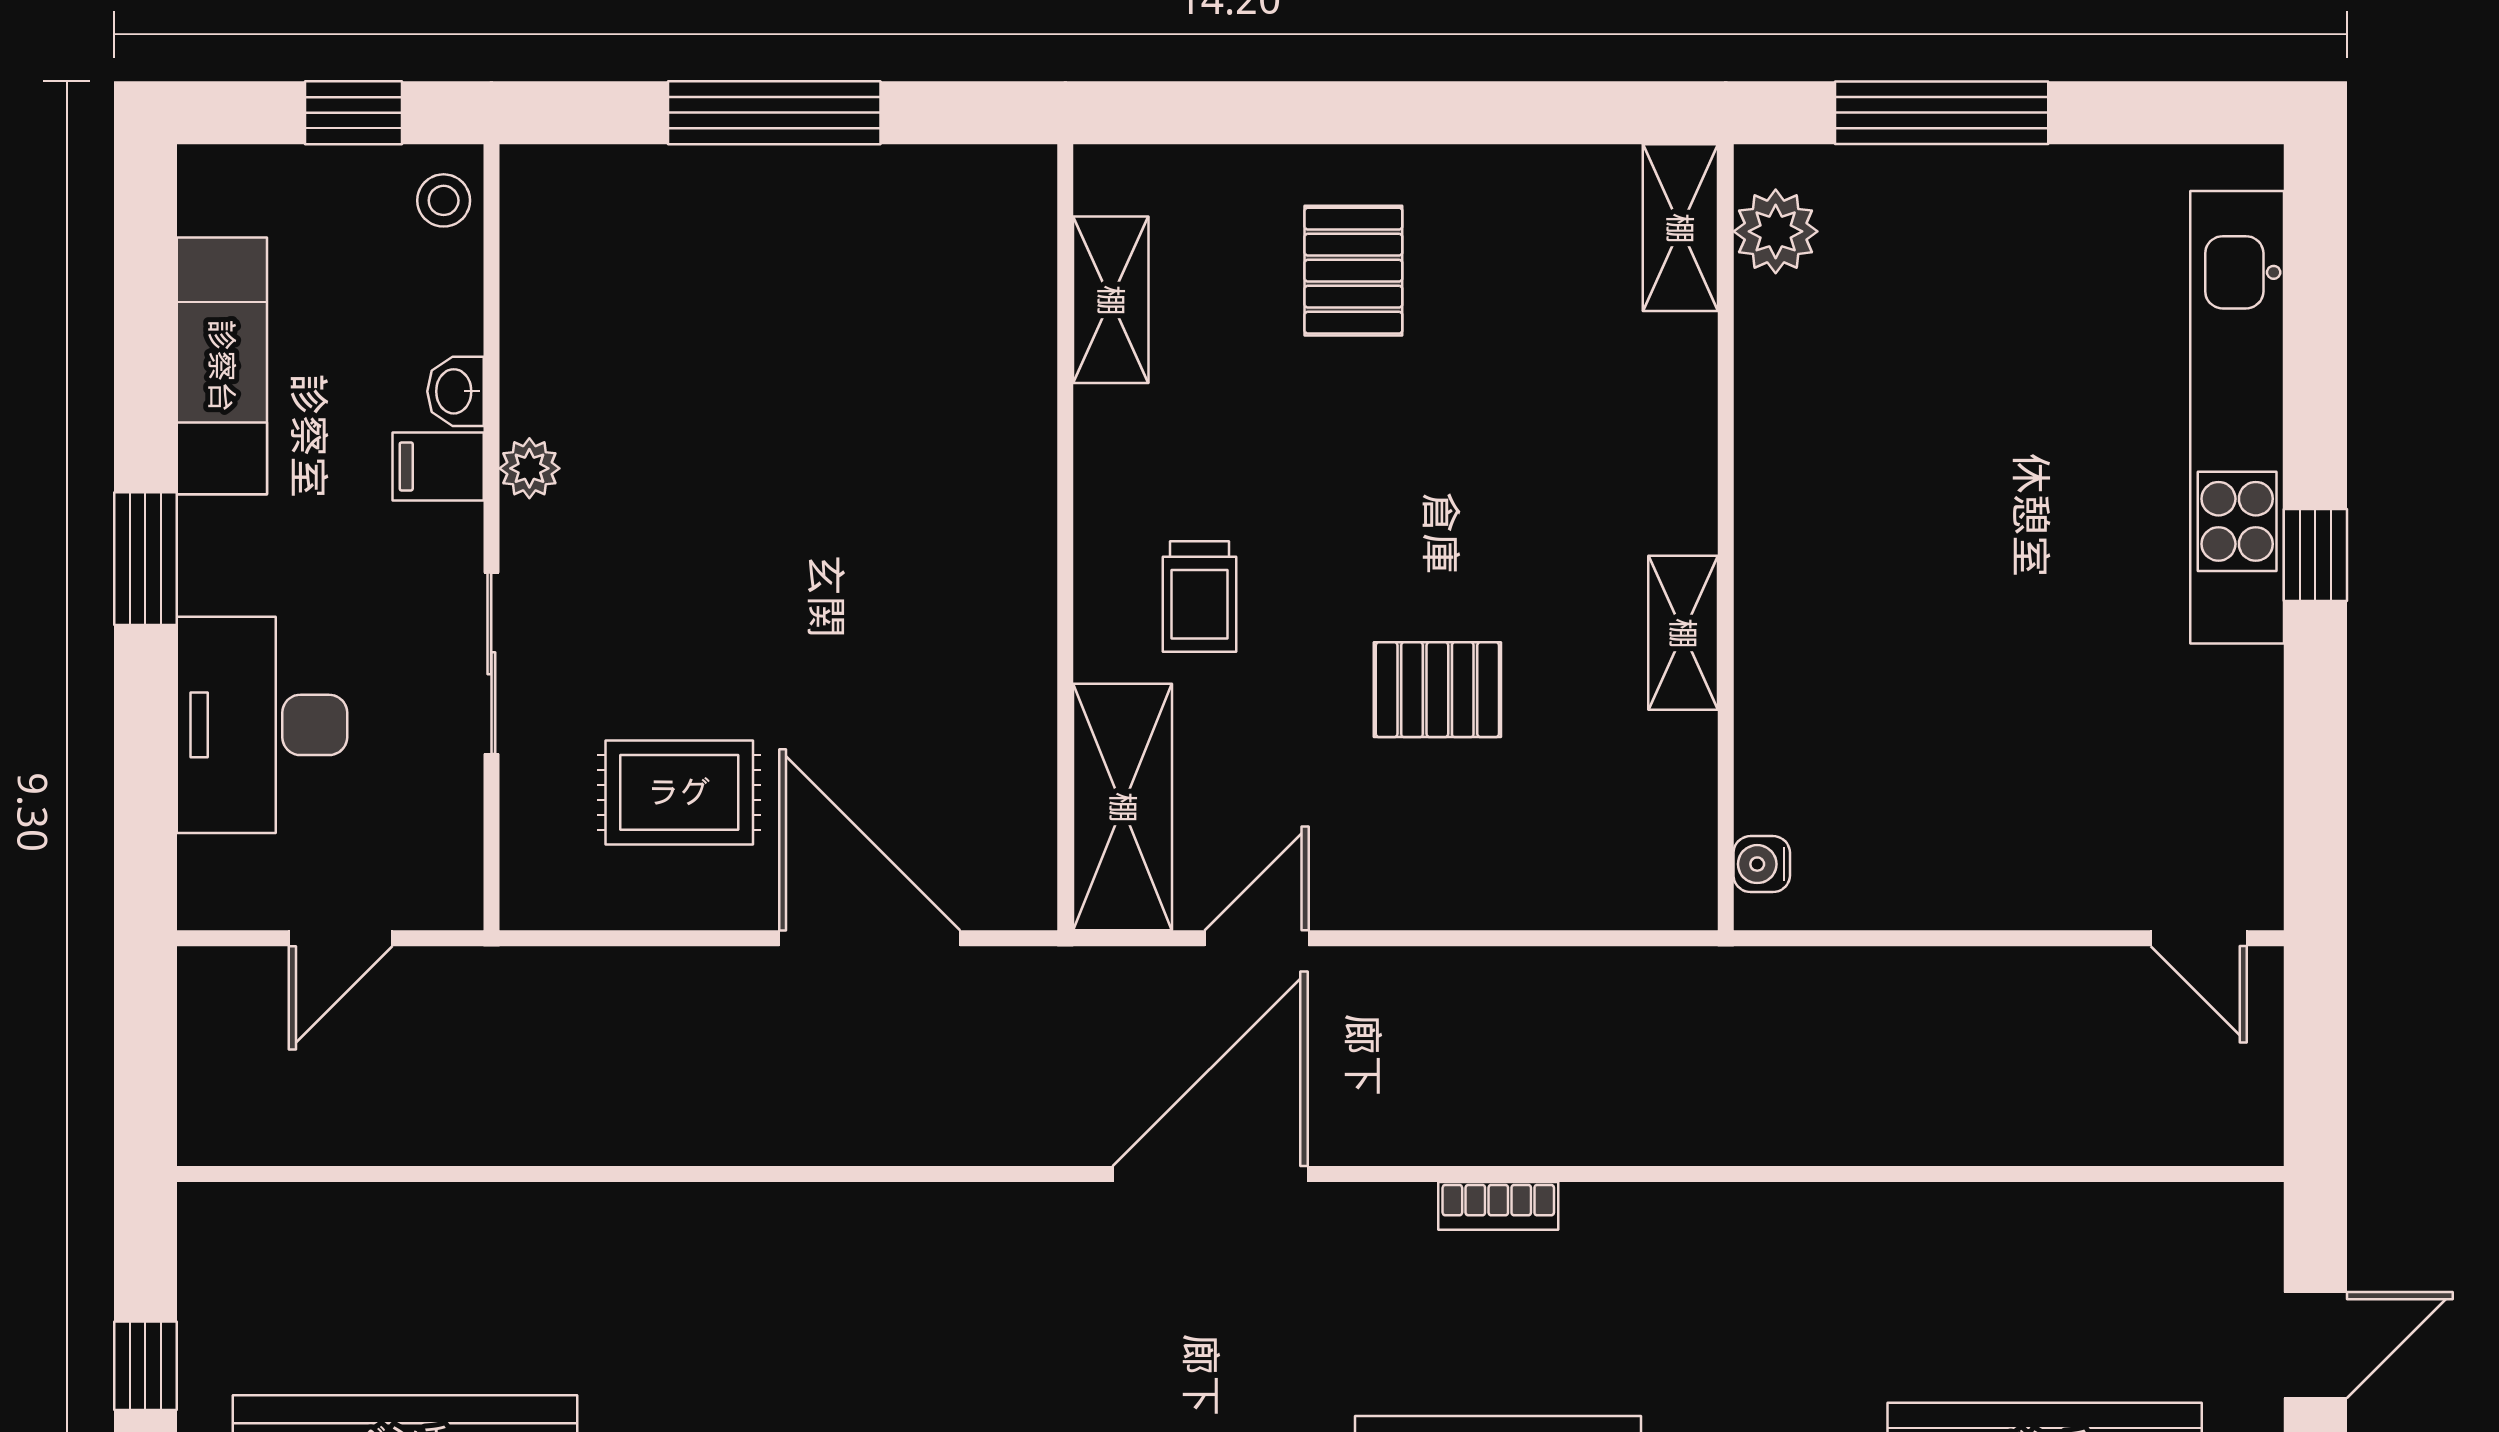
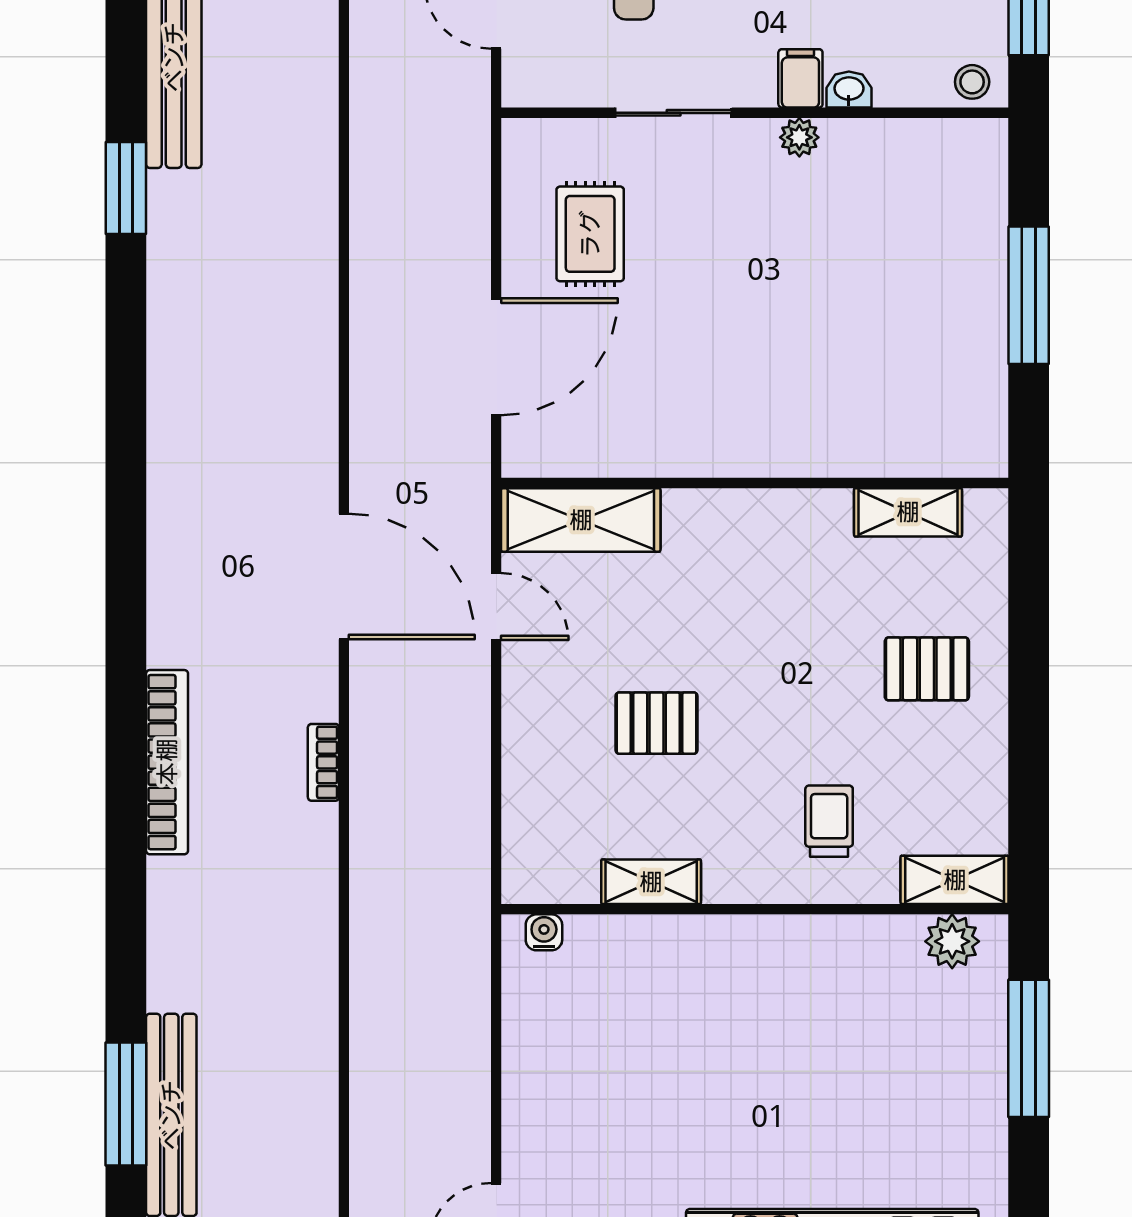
trolley: (1200, 596) -> (829, 821), moved, turned 90
shelving: (1683, 633) -> (651, 882), moved
pallet: (1437, 690) -> (656, 723), turned 90

